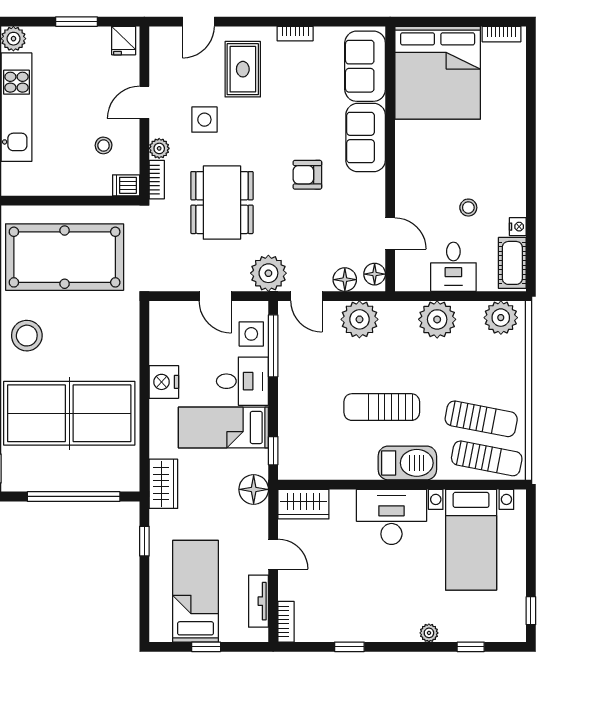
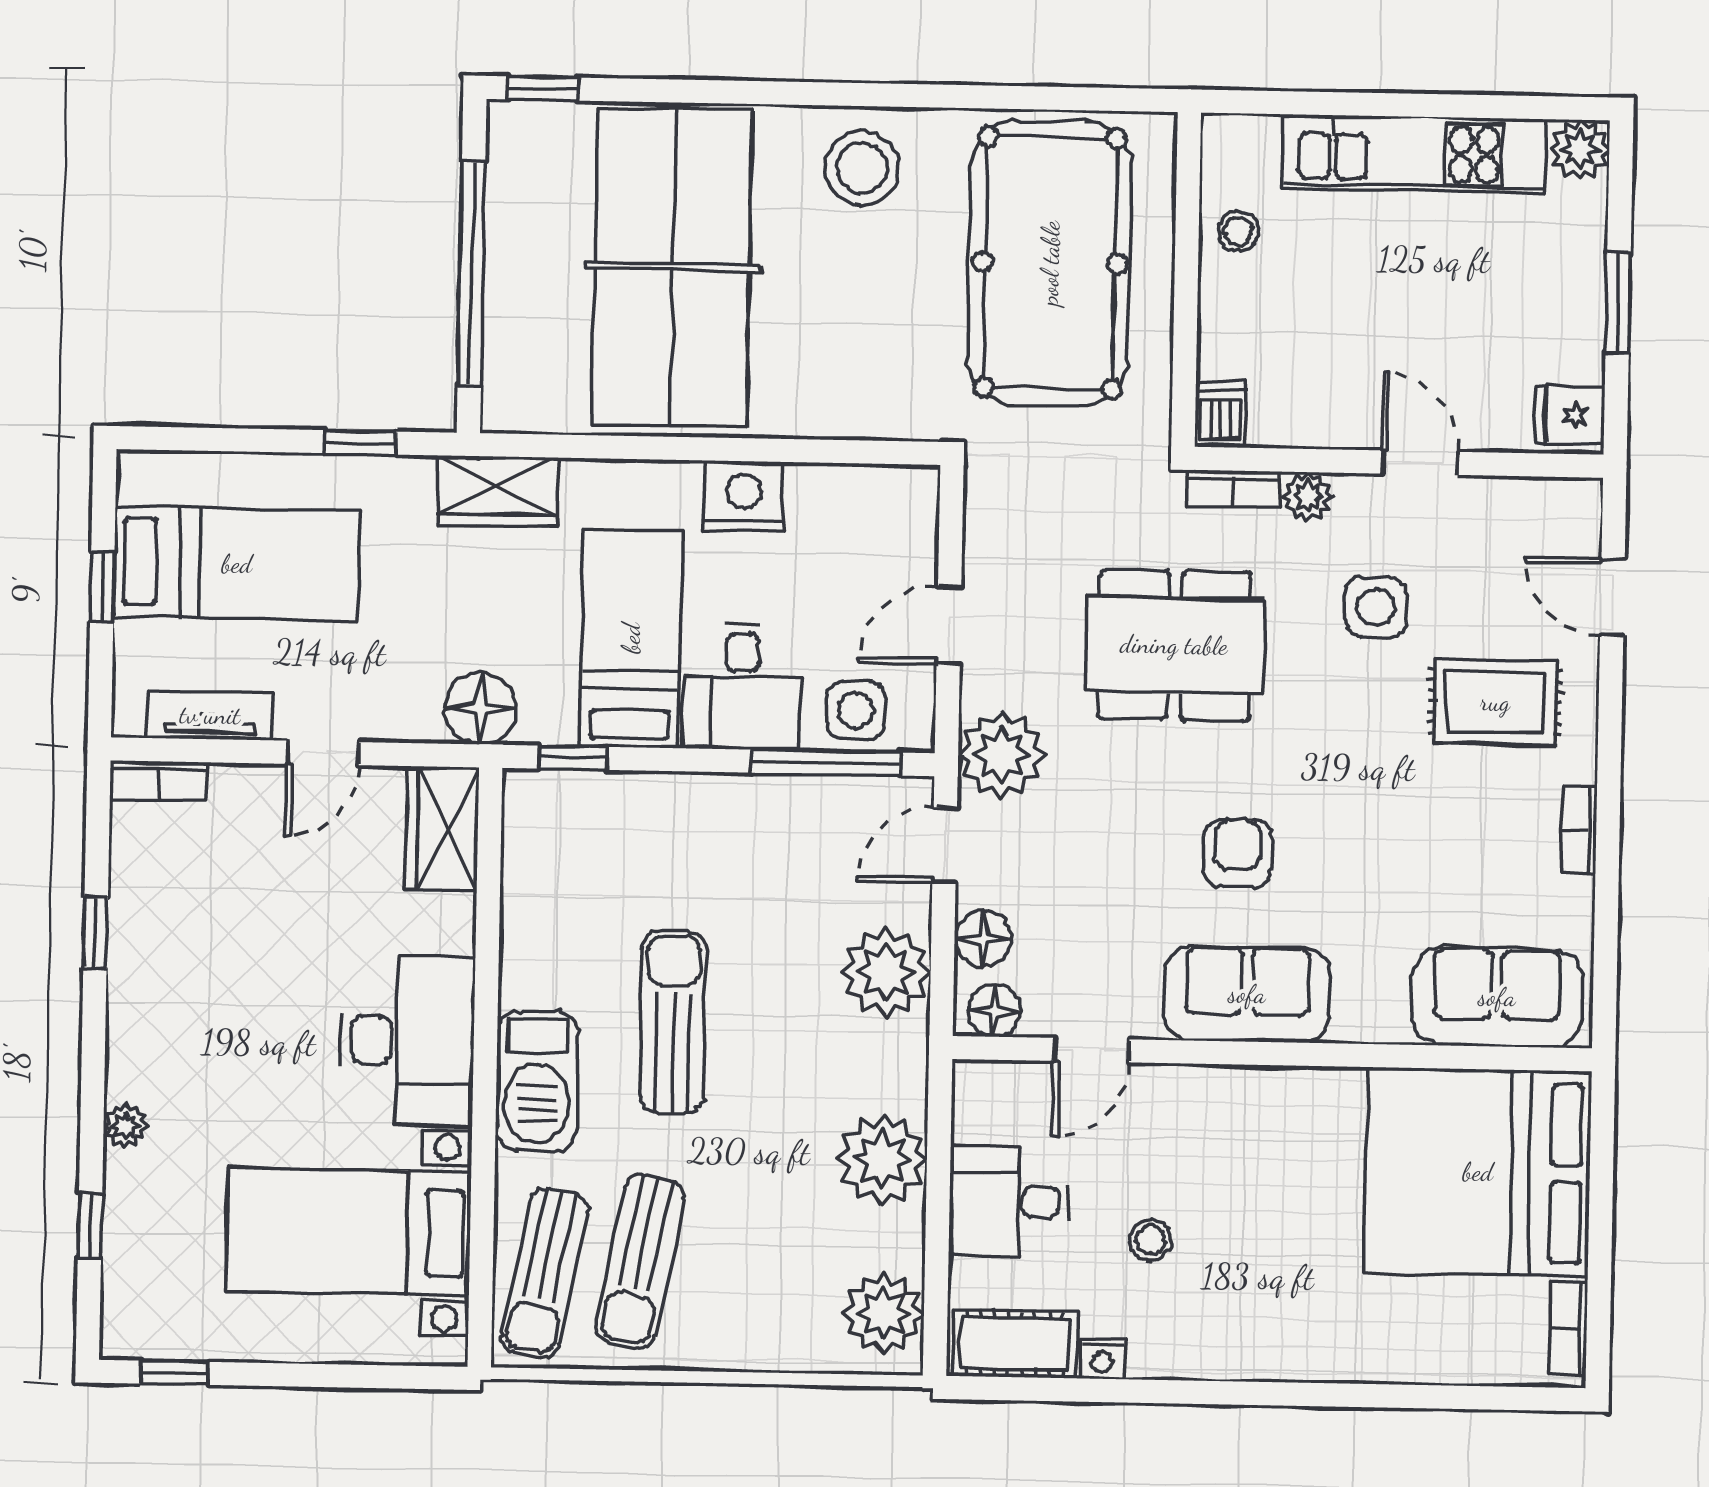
sofa: (366, 138) -> (1247, 994), moved
stool: (104, 145) -> (1238, 231), moved

